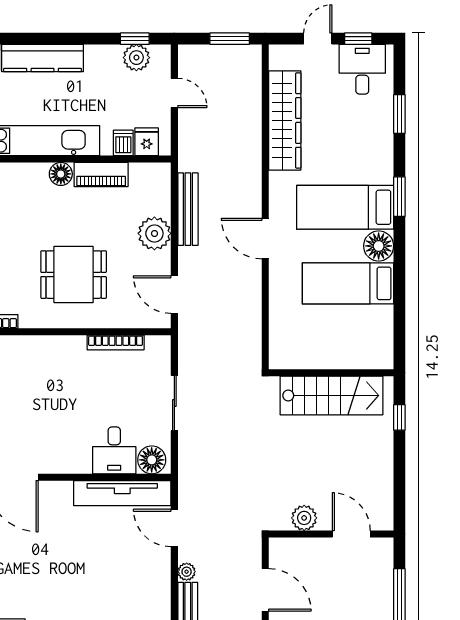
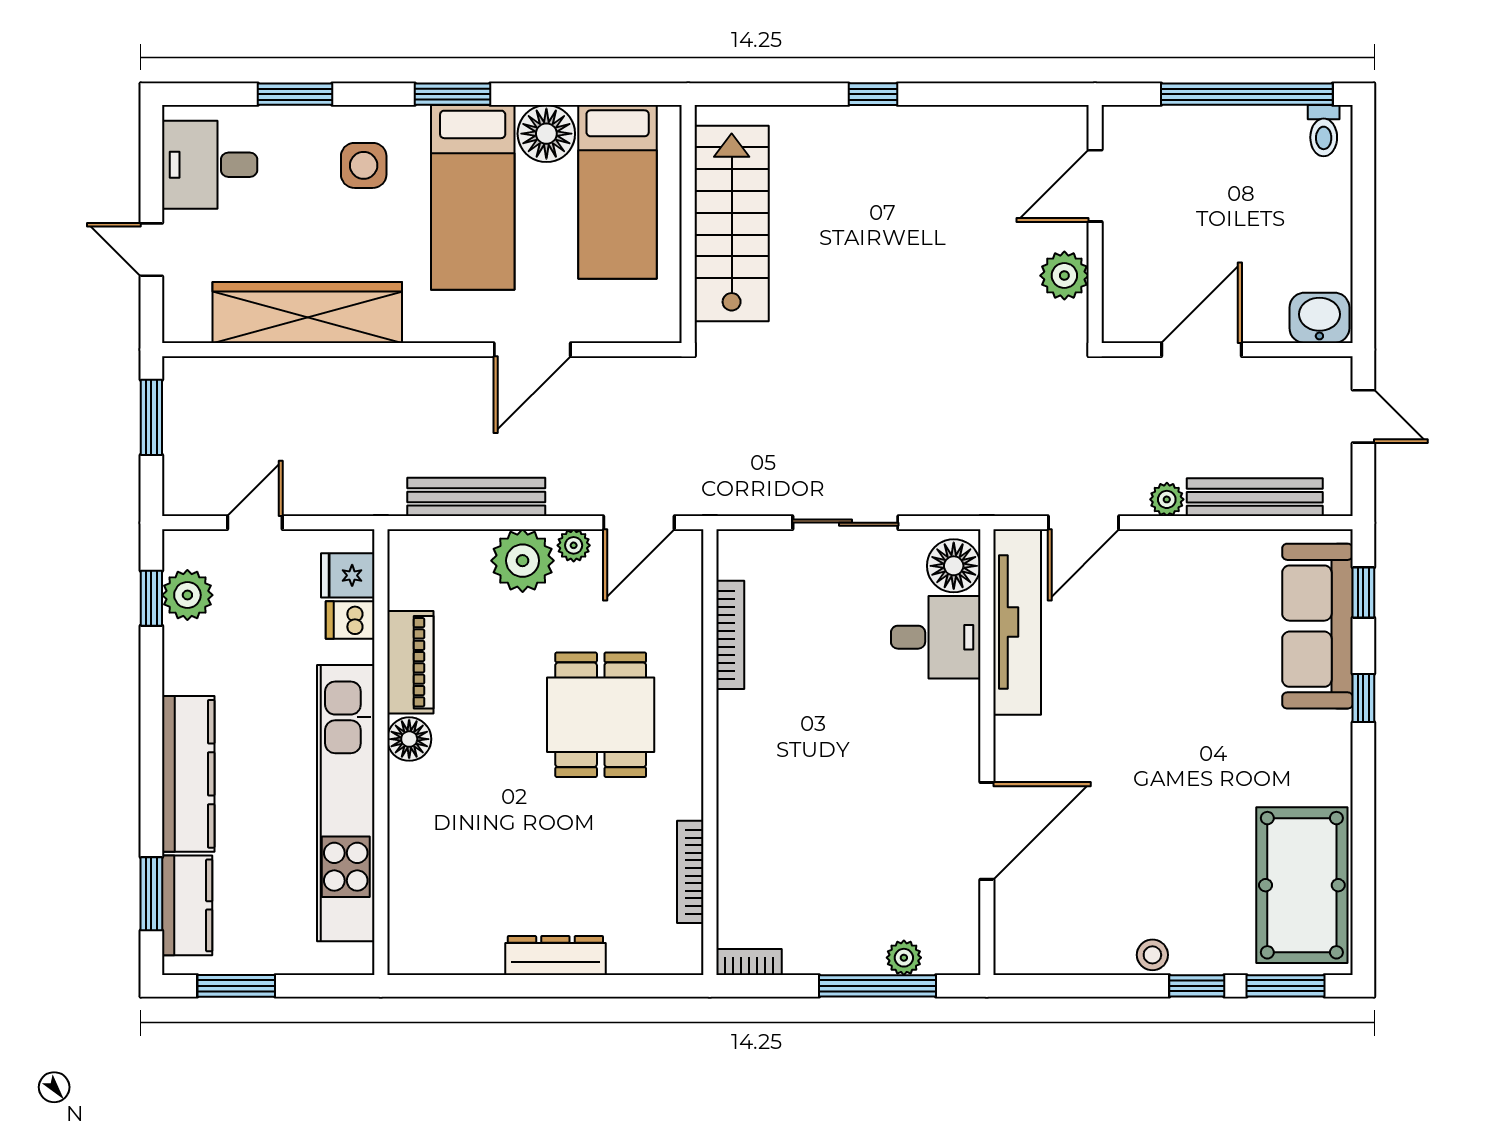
window: (358, 39) -> (151, 173), removed
side table: (362, 150) -> (364, 165), added
plant: (162, 260) -> (574, 545), added
wall: (331, 373) -> (688, 224), moved
stairs: (331, 395) -> (732, 223), moved

